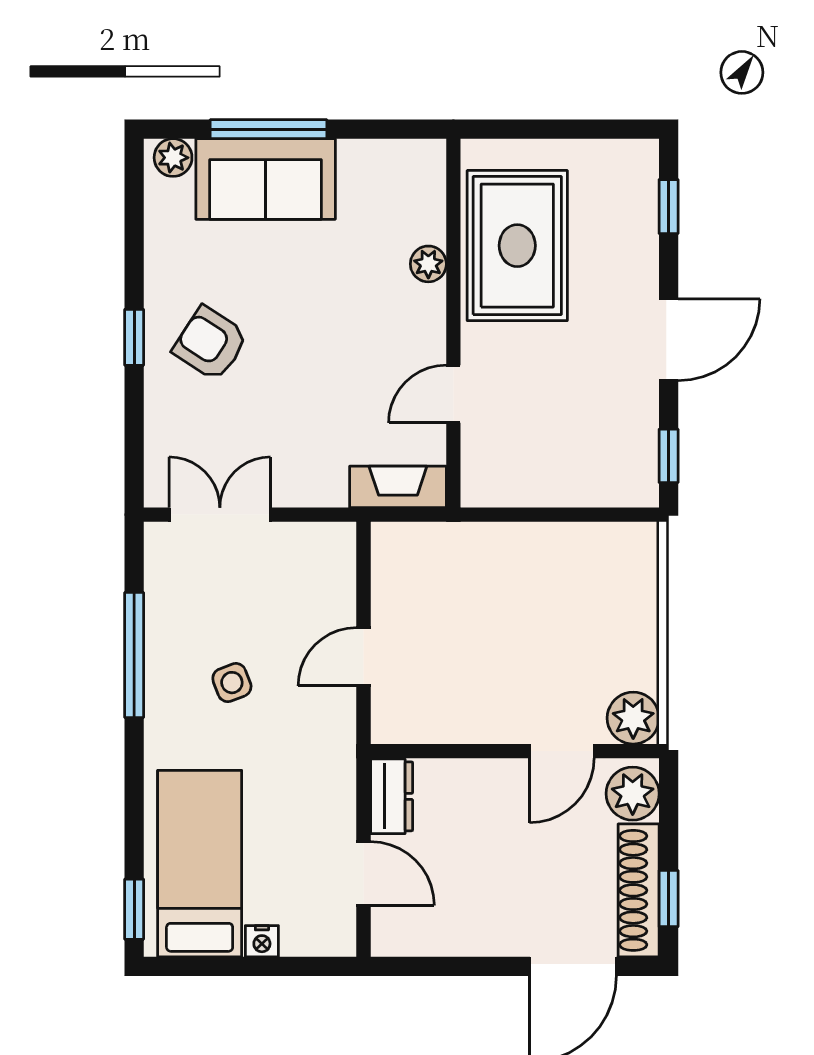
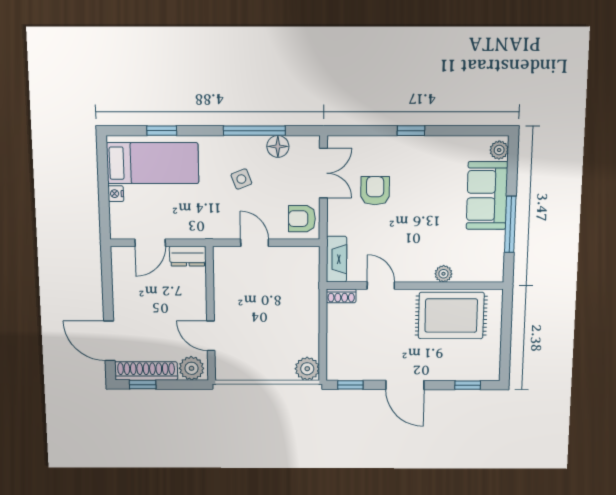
window: (269, 129) -> (510, 224), moved
armchair: (210, 343) -> (375, 191), moved, turned -33
shoe rack: (475, 477) -> (341, 296), added
armchair: (313, 559) -> (302, 219), added
floor lamp: (166, 607) -> (278, 146), added
plant: (633, 718) -> (307, 369), moved
window: (134, 909) -> (162, 131), moved

